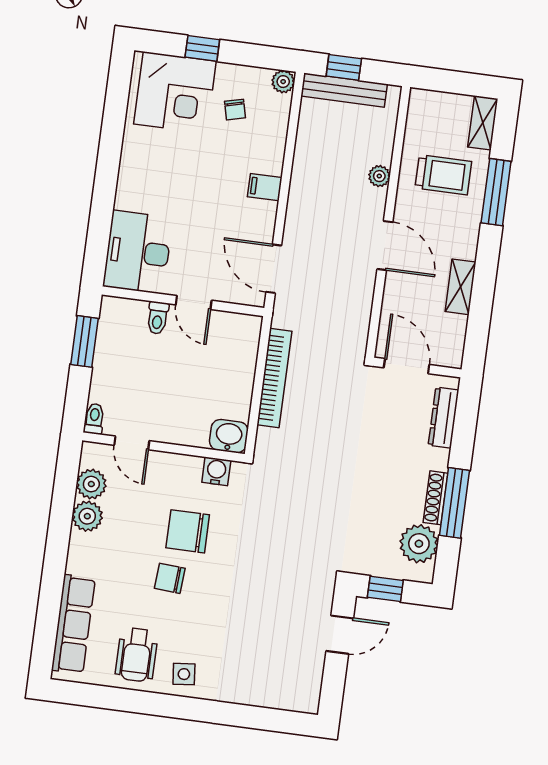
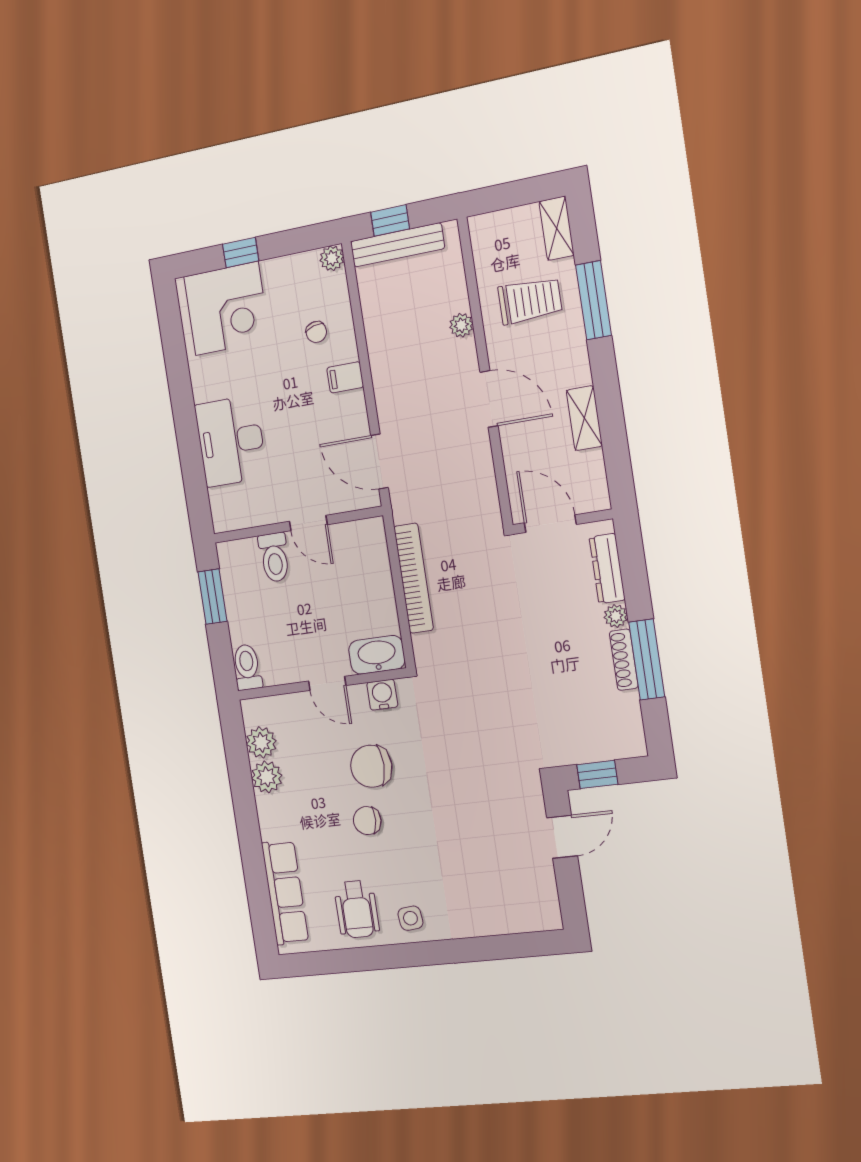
chair: (235, 110) -> (316, 332), moved
desk: (138, 252) -> (231, 441), moved
toilet: (158, 318) -> (274, 557), width x1.37, depth x1.39
toilet: (94, 419) -> (247, 667), width x1.37, depth x1.39
washbasin: (229, 436) -> (377, 655), width x1.38
door: (132, 443) -> (327, 683), moved
plant: (419, 544) -> (616, 616), moved, width x0.53, depth x0.53

